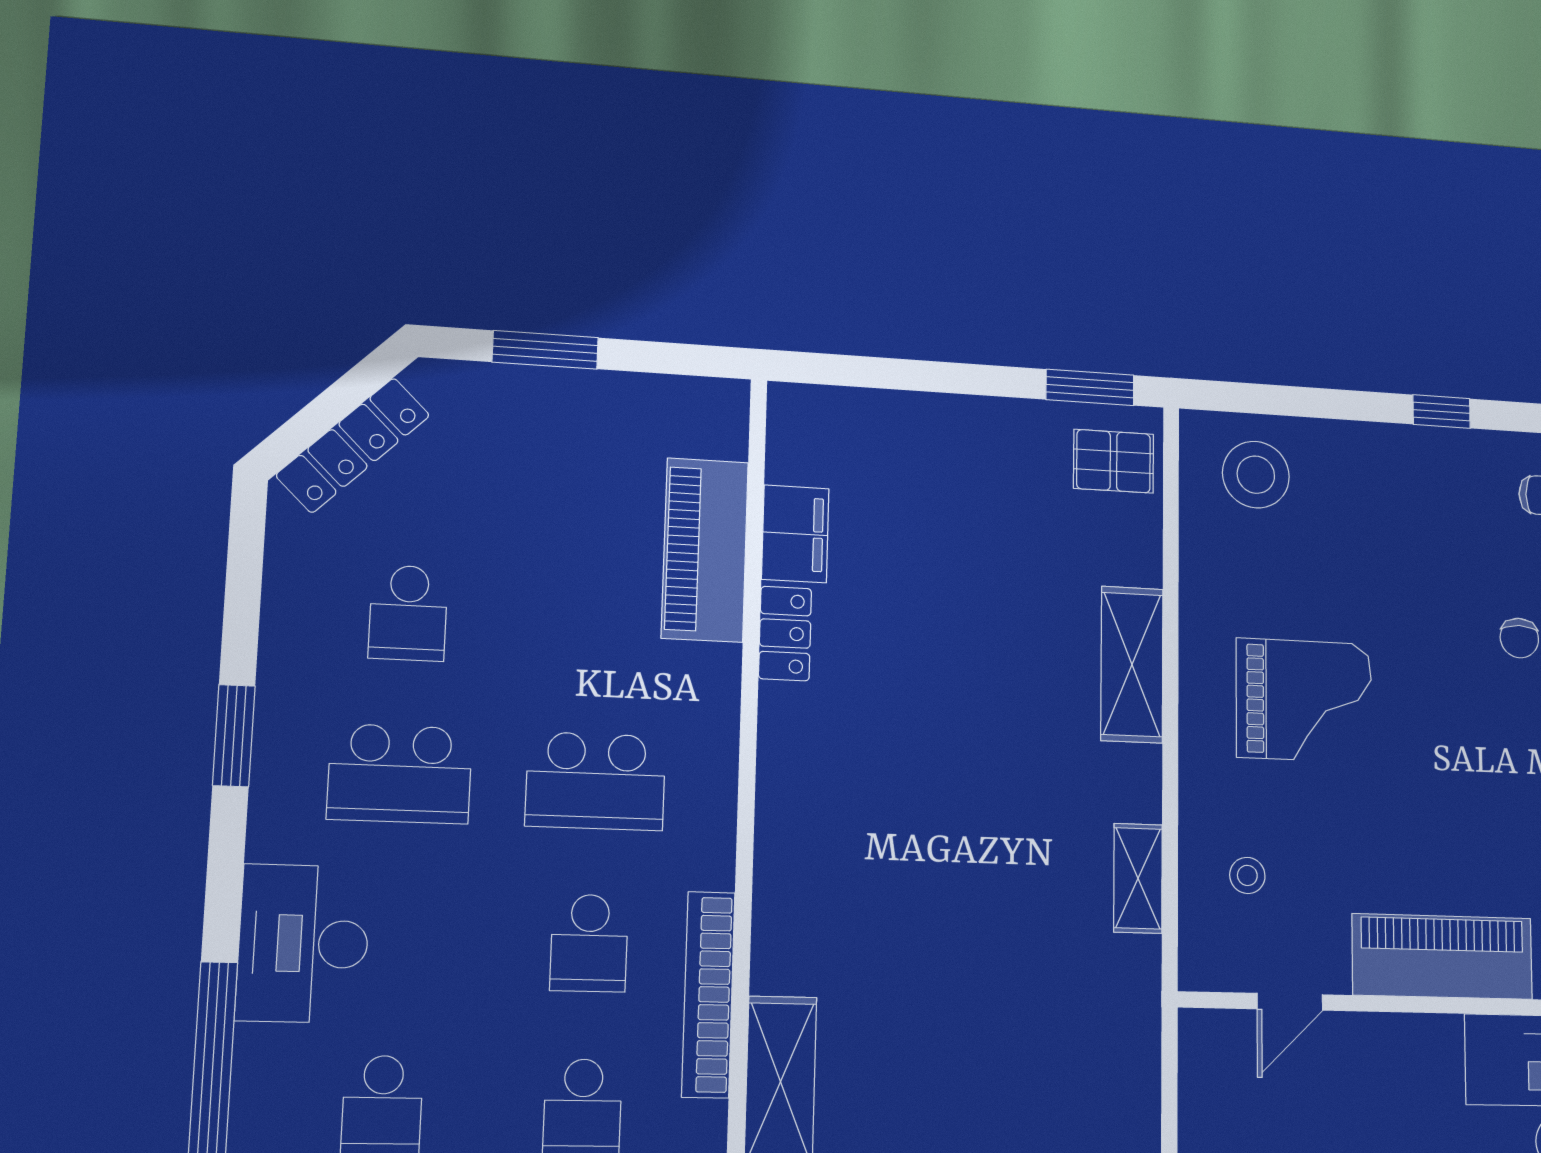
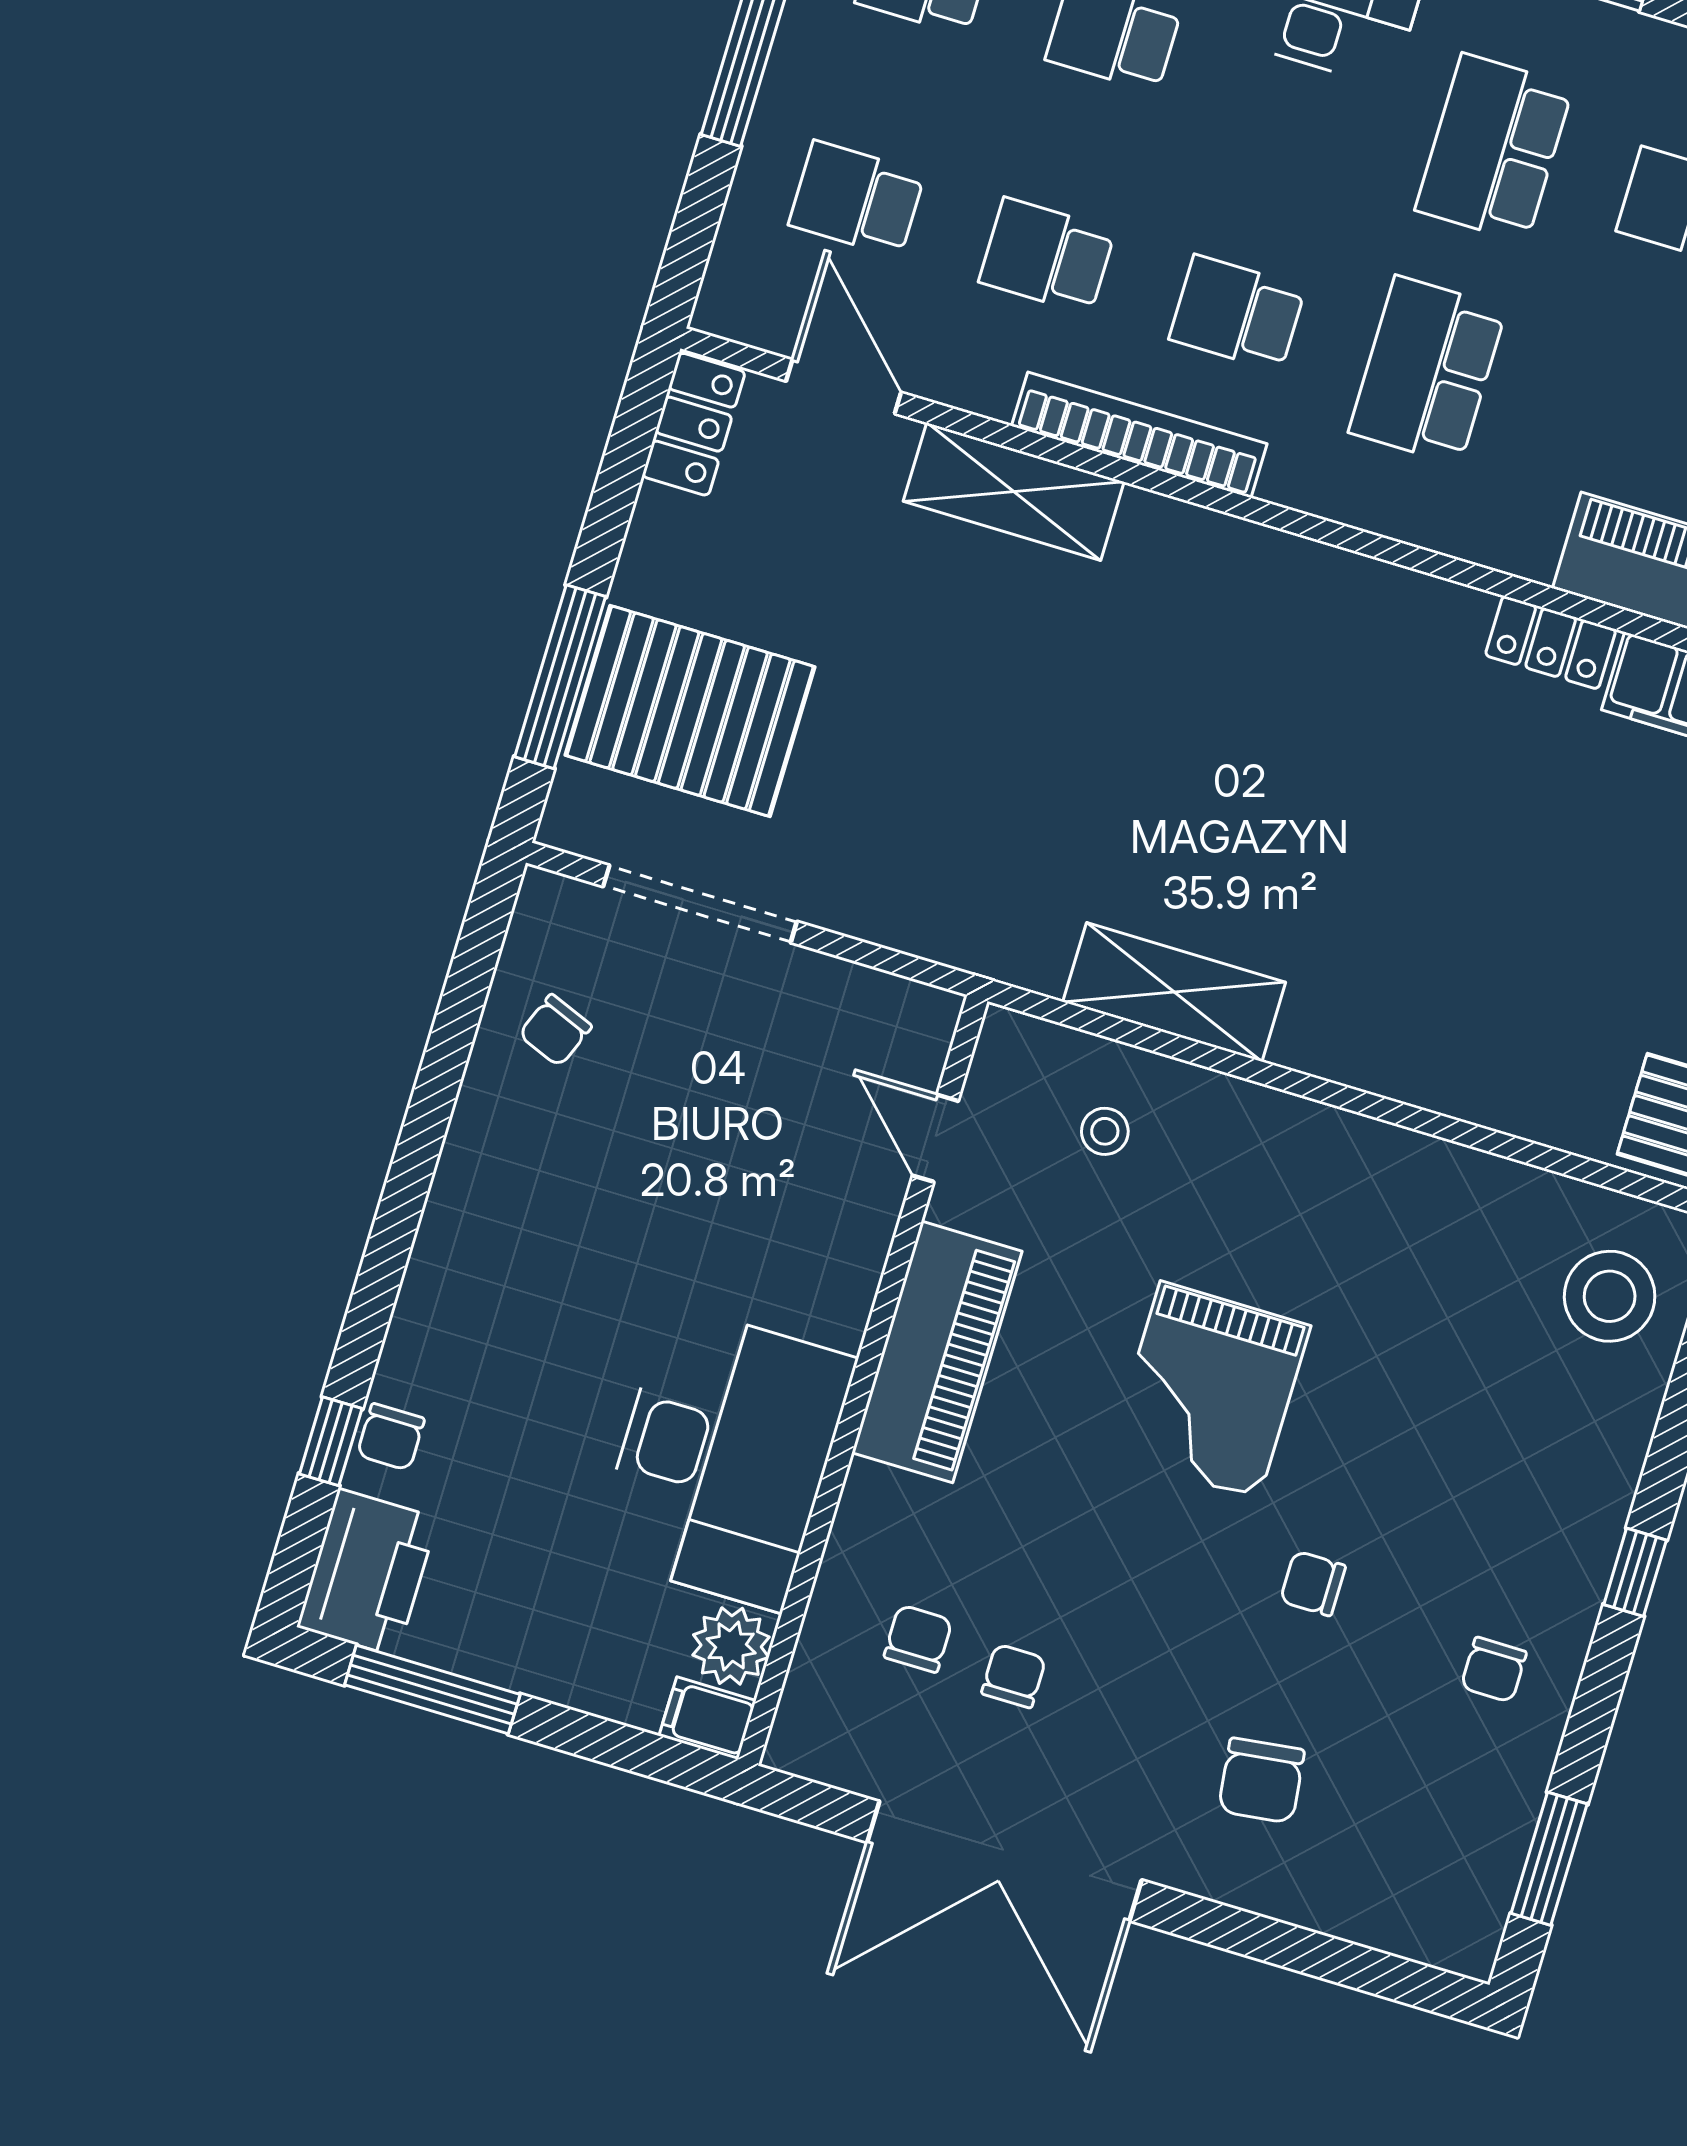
shelving: (1132, 664) -> (1405, 1063), removed
grand piano: (1304, 700) -> (1210, 1390), moved
shelving: (1138, 878) -> (1174, 992), width x1.50, depth x1.33

